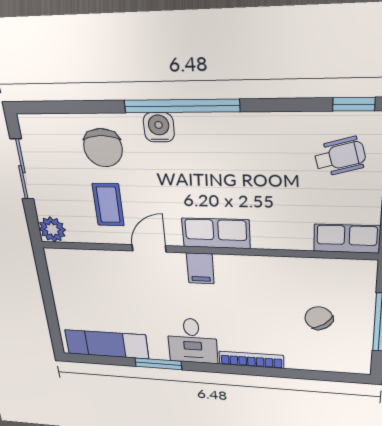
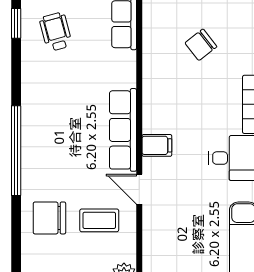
water cooler: (159, 127) -> (33, 170), removed
chair: (103, 148) -> (49, 218), turned 180
row of seats: (216, 233) -> (123, 130), width x1.48

